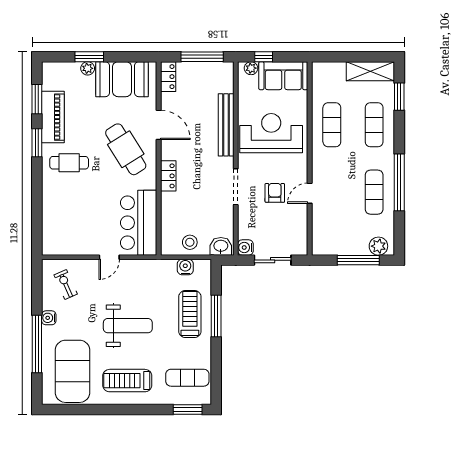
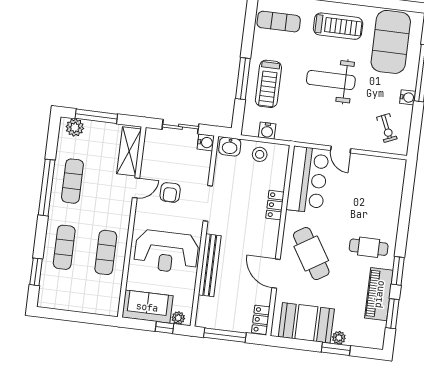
shelving: (370, 71) -> (129, 151), moved, turned 90
locker: (168, 176) -> (275, 205), moved
door: (109, 257) -> (341, 150), swing flipped

